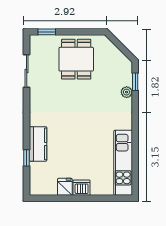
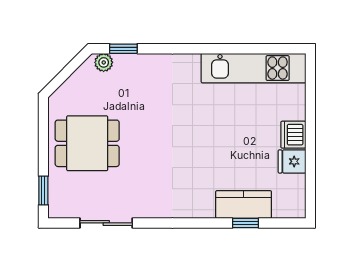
plant: (127, 92) -> (104, 62), moved
kitchen counter: (38, 144) -> (244, 205), moved

